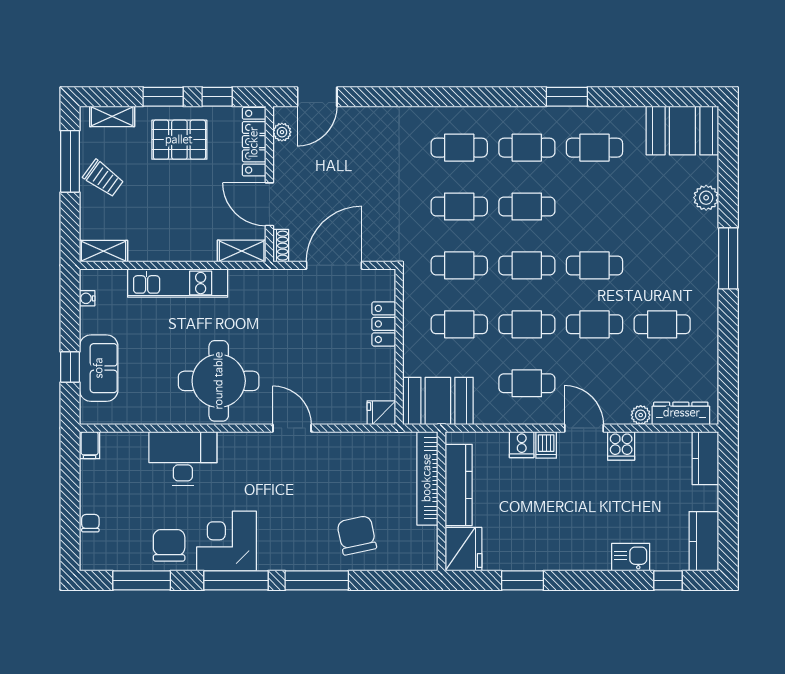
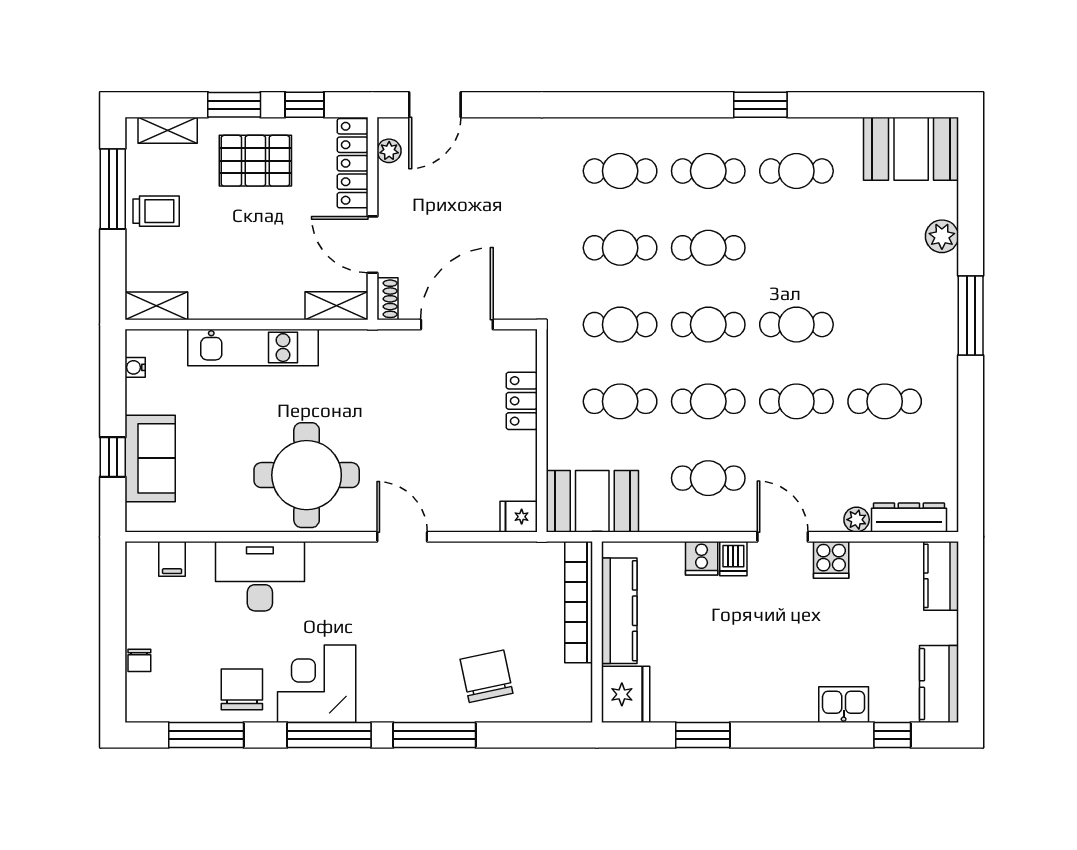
trolley: (103, 178) -> (156, 211), turned -36
filing cabinet: (90, 445) -> (172, 559), moved
chair: (90, 523) -> (139, 660), turned 180

